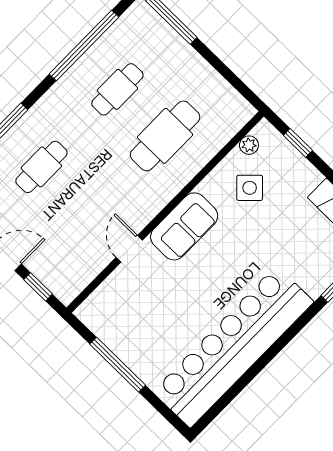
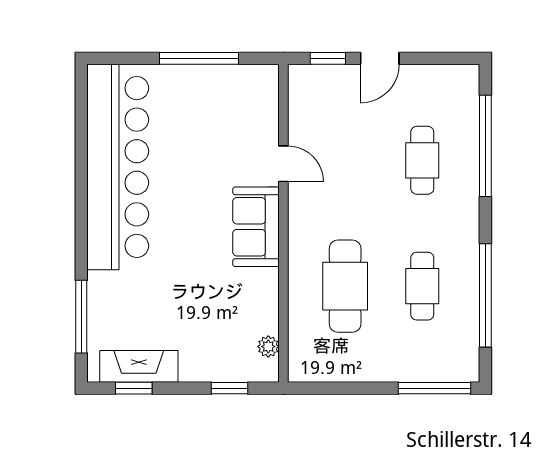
side table: (250, 188) -> (233, 312), removed

